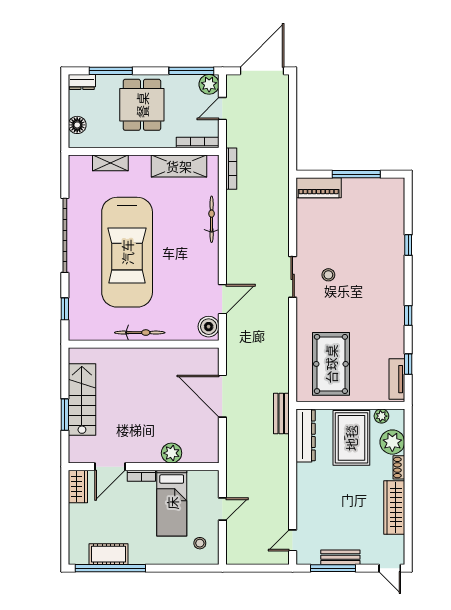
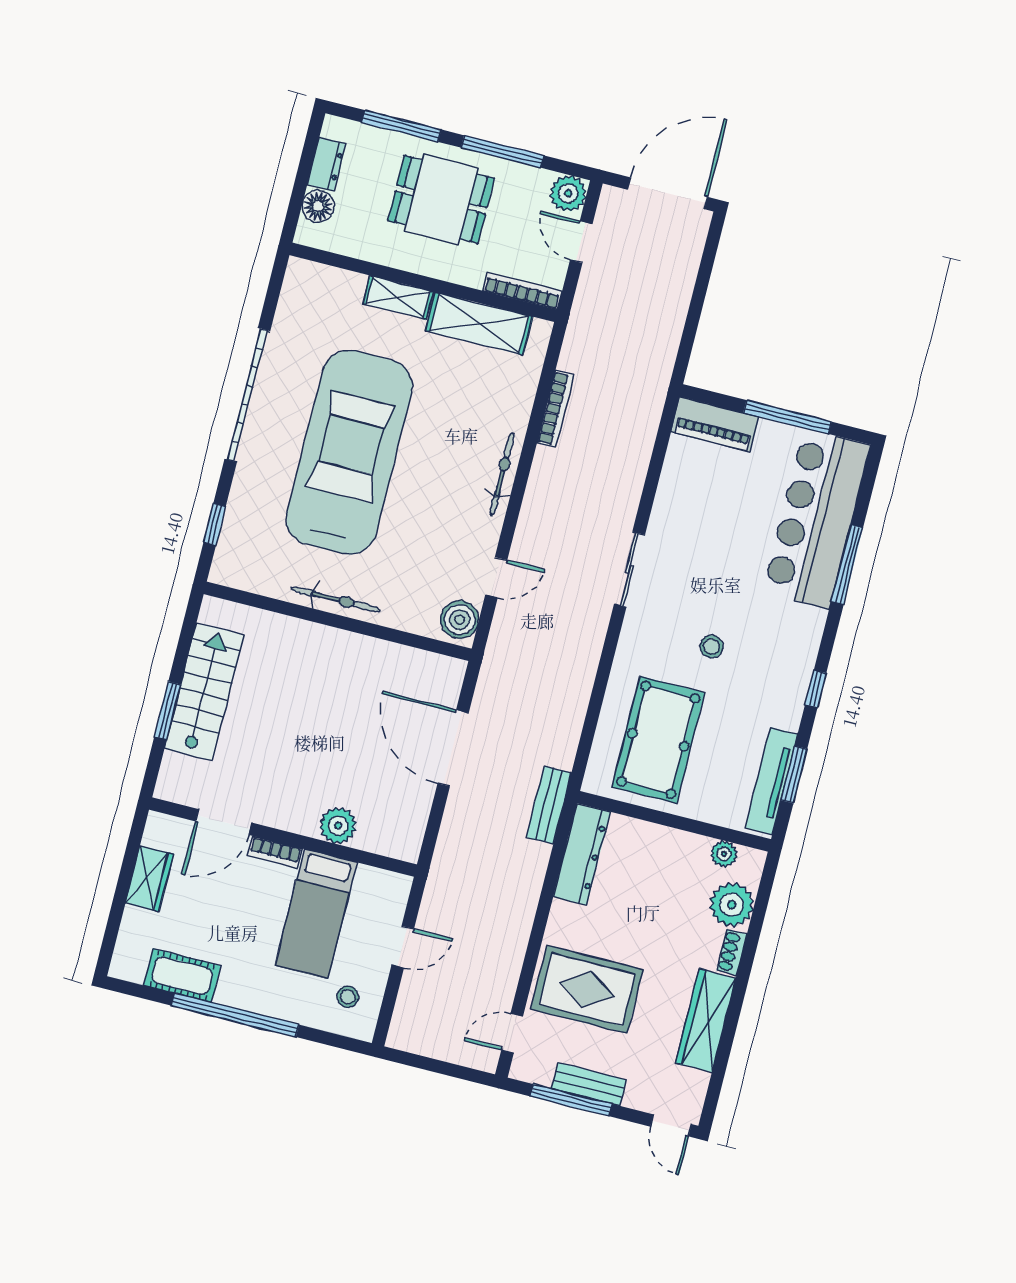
window: (191, 71) -> (502, 152), moved
dresser: (82, 82) -> (327, 164), moved, turned -90
dining table: (142, 105) -> (441, 199), turned 90
door: (222, 109) -> (581, 242), hinge flipped
shelving: (110, 163) -> (398, 298), moved
bookcase: (231, 169) -> (555, 409), moved
bicycle: (212, 219) -> (502, 474), moved
bar counter: (386, 225) -> (816, 519), added
window: (408, 245) -> (847, 565), width x2.17
car: (127, 252) -> (349, 452), turned 180
stool: (328, 275) -> (711, 647), moved
door: (222, 299) -> (496, 577), width x0.73
window: (408, 364) -> (794, 775), width x1.50
tv unit: (397, 379) -> (771, 781), width x1.41
rug: (351, 438) -> (587, 989), moved, turned 90
wardrobe: (78, 486) -> (149, 879), moved
window: (110, 568) -> (235, 1015), moved

